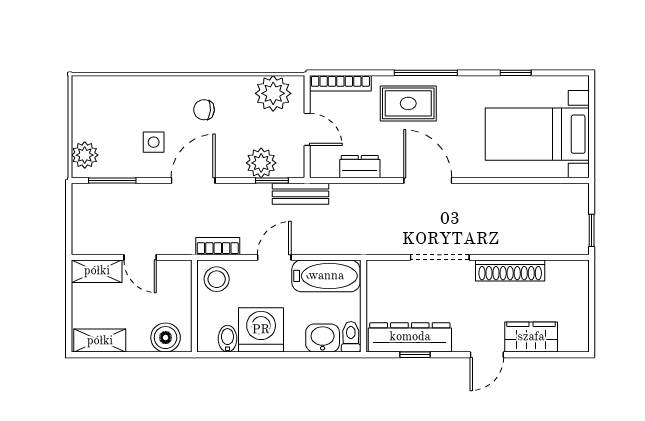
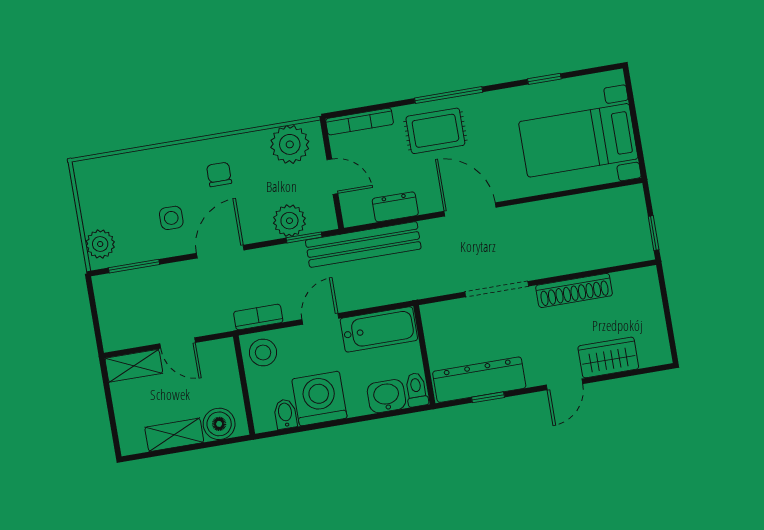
chair: (204, 110) -> (219, 174), turned 85
bench: (301, 194) -> (363, 244), width x1.86, depth x1.21
shelving: (100, 341) -> (174, 435), moved

